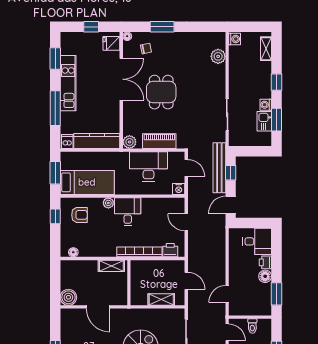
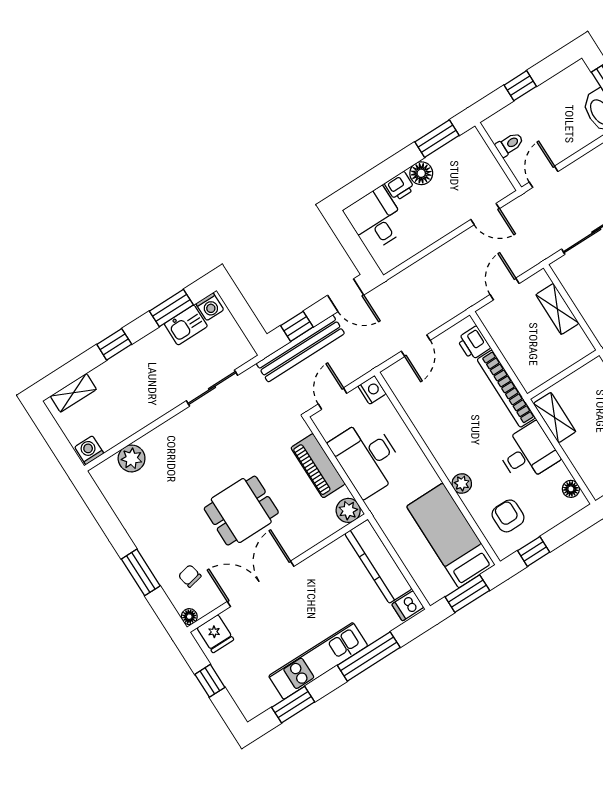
washing machine: (266, 105) -> (210, 307), moved
desk: (128, 212) -> (528, 453), moved, turned 180

